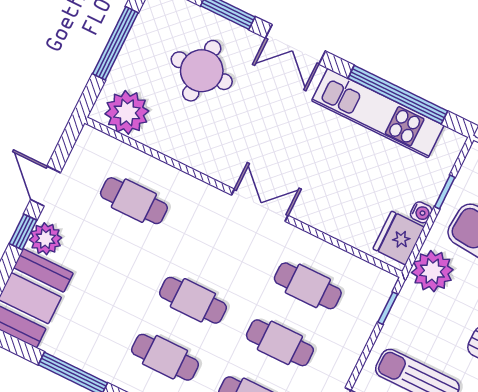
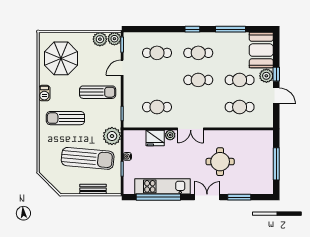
round table: (202, 71) -> (220, 162), moved
plant: (127, 112) -> (170, 135), moved, width x0.53, depth x0.53
fridge: (399, 238) -> (155, 138), moved, turned 90
cafe table: (280, 343) -> (240, 80), moved

